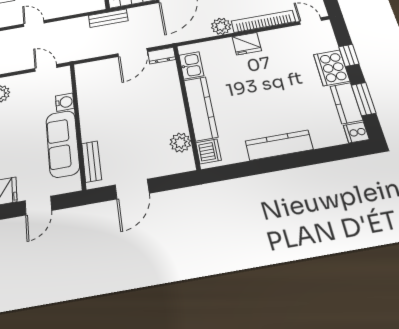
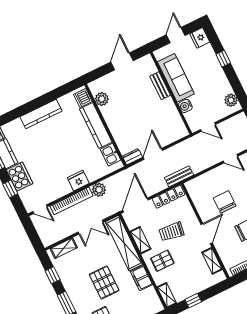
bench: (92, 161) -> (160, 86), moved

